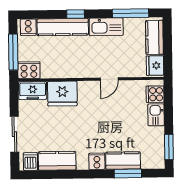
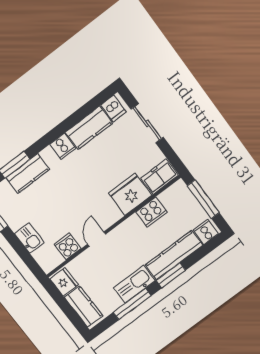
window: (131, 13) -> (132, 304), moved
window: (76, 14) -> (171, 275), width x1.50
cooker: (29, 70) -> (151, 212), moved
cooker: (155, 94) -> (68, 246), moved, turned -90
cooker: (97, 161) -> (63, 146), moved

